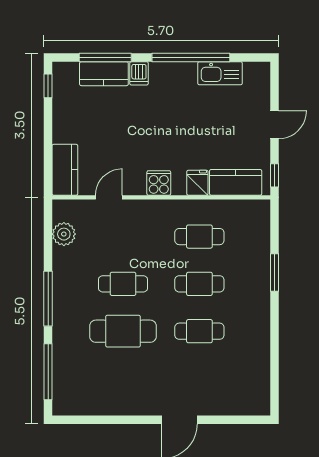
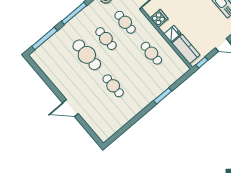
cafe table: (199, 284) -> (125, 22), moved

